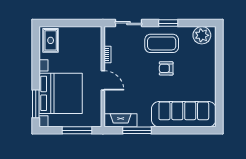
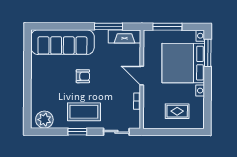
rug: (51, 40) -> (177, 111), moved, turned 90
armchair: (166, 68) -> (83, 76), moved

